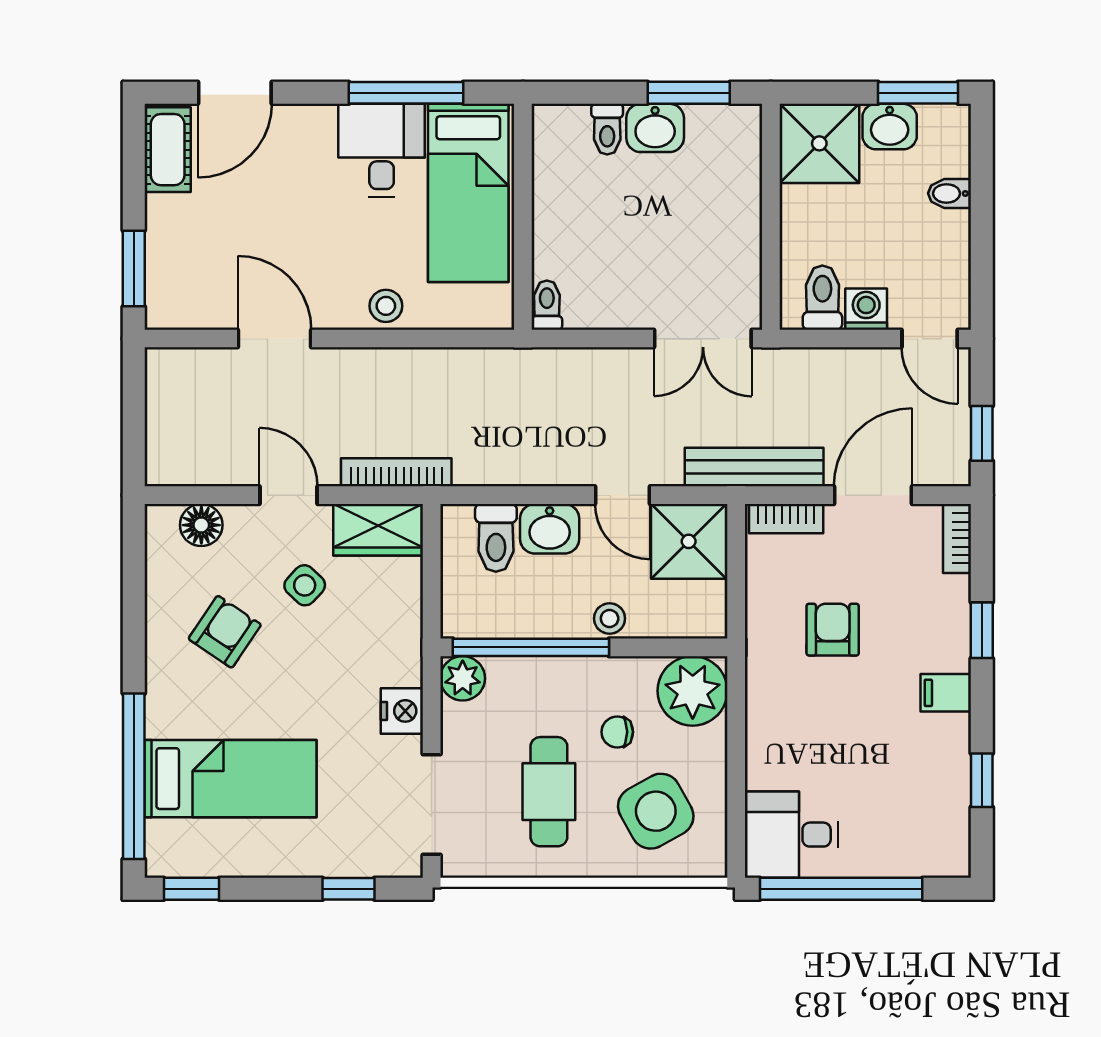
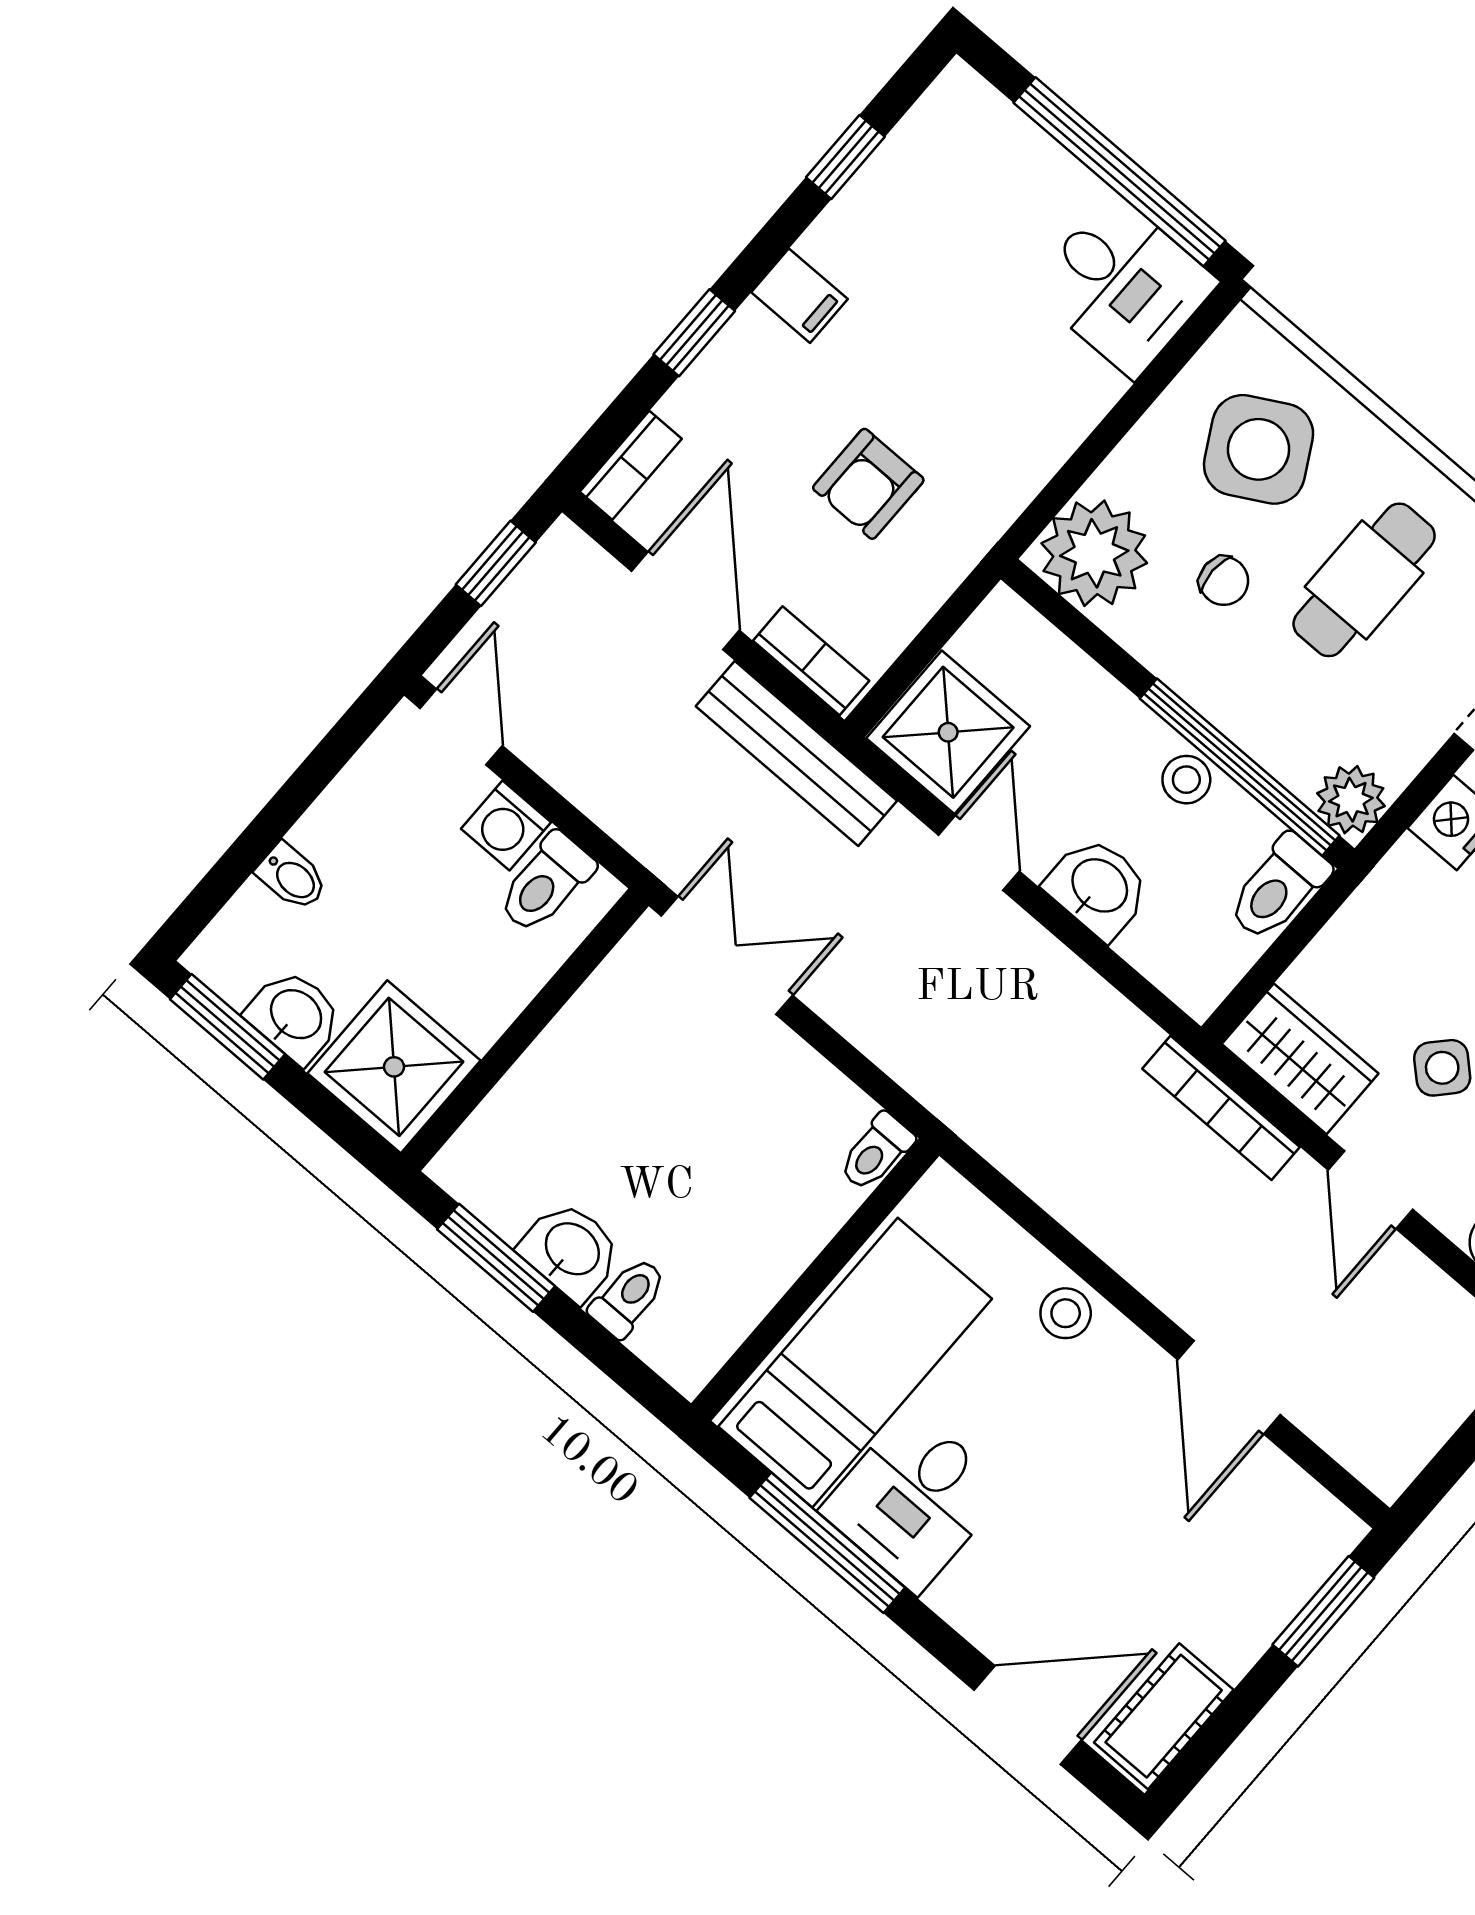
door: (873, 495) -> (686, 601), swing flipped
toilet: (496, 538) -> (1278, 888), moved, turned 180
stool: (610, 618) -> (1186, 780), moved

